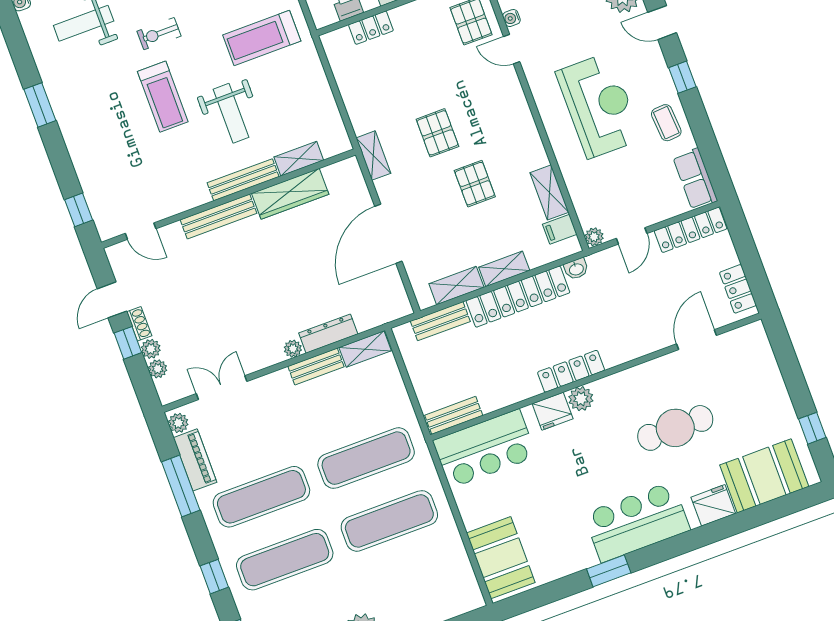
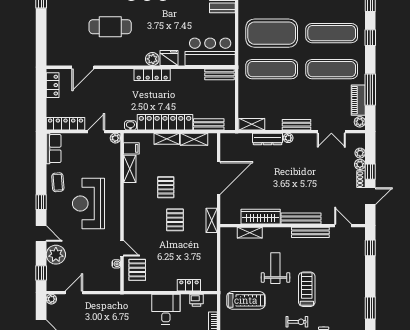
bench: (243, 180) -> (310, 232), moved
bench: (316, 366) -> (297, 125), moved
exercise mat: (389, 521) -> (272, 33), width x1.47

